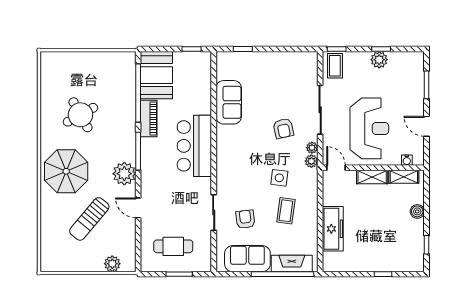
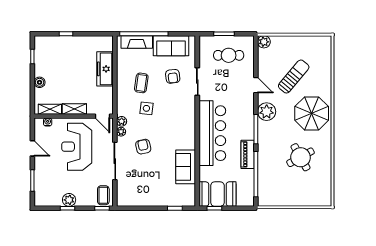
booth: (156, 75) -> (217, 194), moved, turned 90
bar counter: (194, 146) -> (212, 133), width x1.36
plant: (112, 264) -> (264, 42), moved

